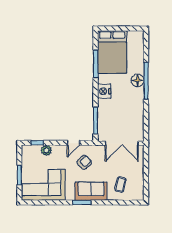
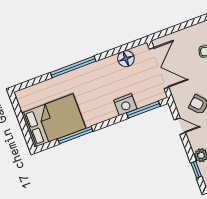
floor lamp: (138, 80) -> (126, 59), moved
nightstand: (104, 91) -> (125, 105), moved

